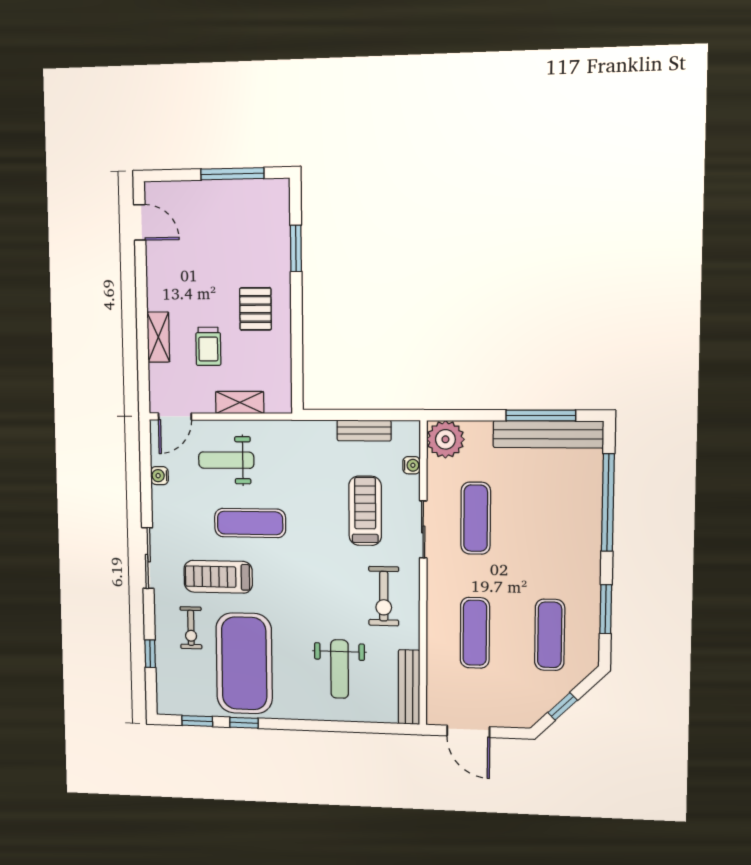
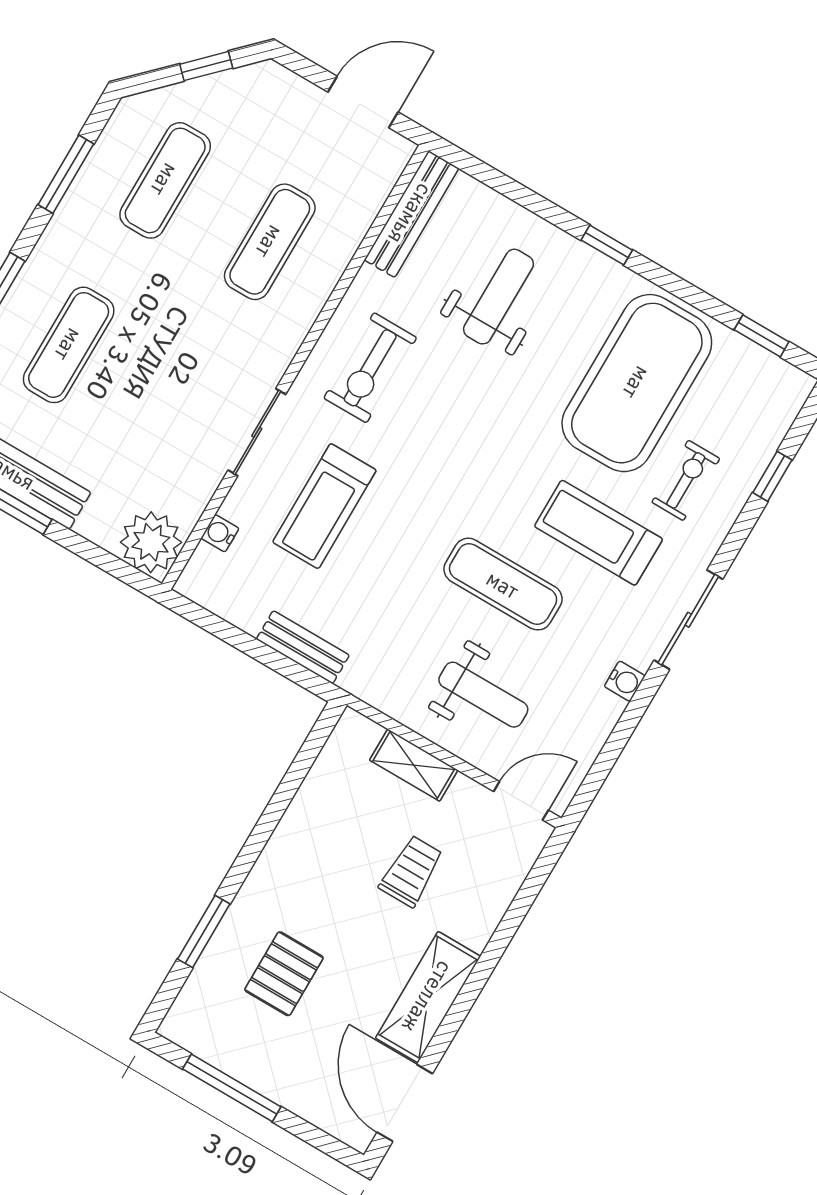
door: (140, 222) -> (405, 1103), width x1.38
pallet: (255, 309) -> (284, 974), moved
shelving: (158, 337) -> (428, 997), moved, width x1.50, depth x1.33
bench: (364, 431) -> (303, 647), moved
water cooler: (160, 476) -> (625, 681), moved
exercise mat: (476, 518) -> (69, 345), moved
treadmill: (218, 577) -> (598, 533), turned 180
exercise bike: (384, 596) -> (370, 368), turned 180
window: (244, 723) -> (607, 245), moved
door: (468, 731) -> (363, 102), hinge flipped

